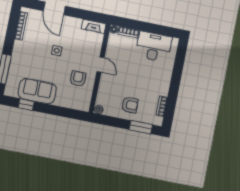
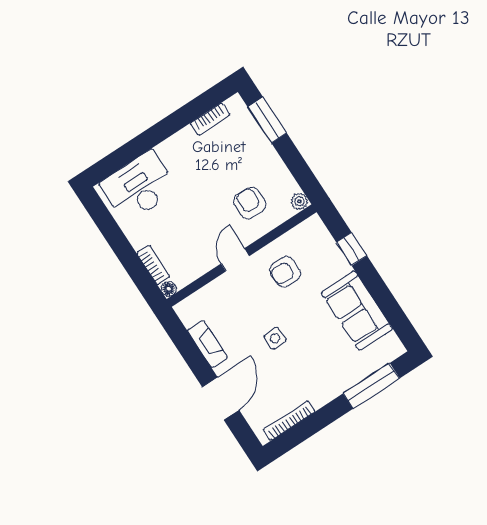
fireplace: (94, 26) -> (208, 344), moved
desk: (154, 47) -> (139, 187), moved, turned 90
window: (26, 105) -> (352, 249), moved
armchair: (130, 105) -> (250, 203), moved

